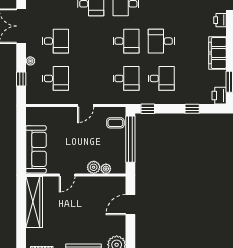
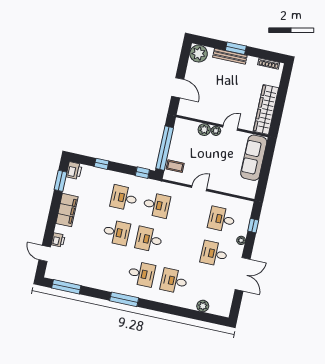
desk: (126, 78) -> (156, 205), turned 180
plant: (106, 169) -> (216, 131), moved
door: (130, 205) -> (178, 88), hinge flipped

